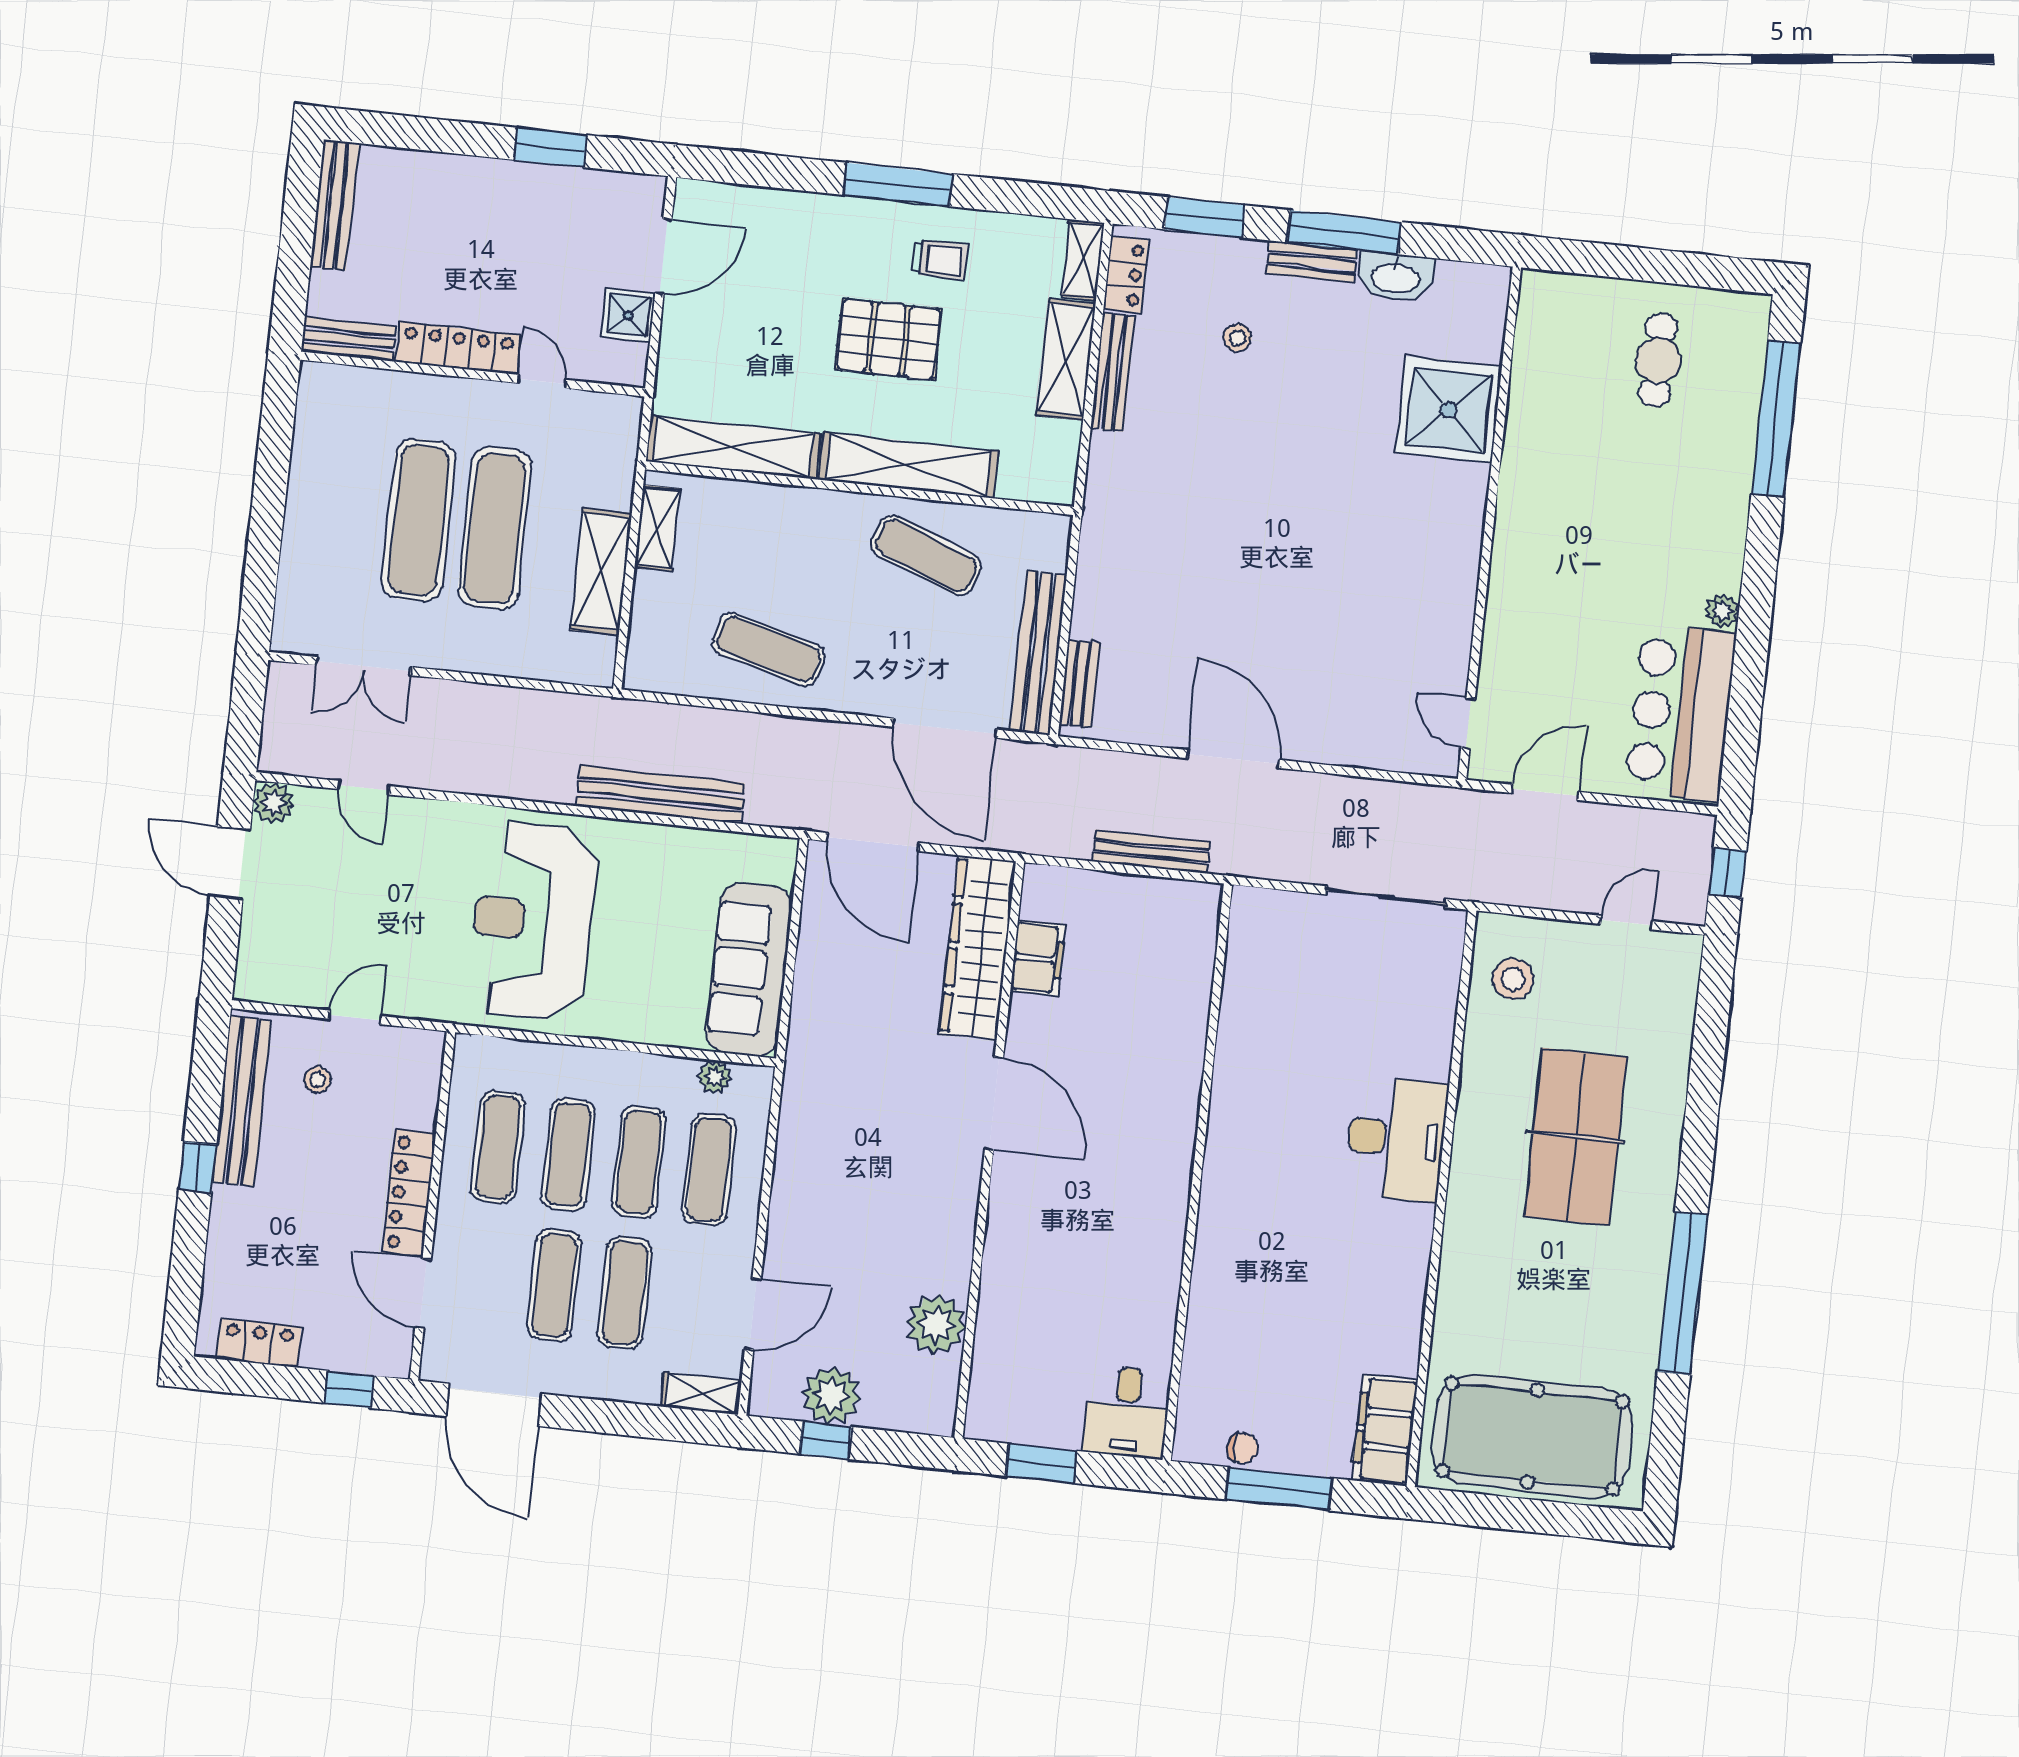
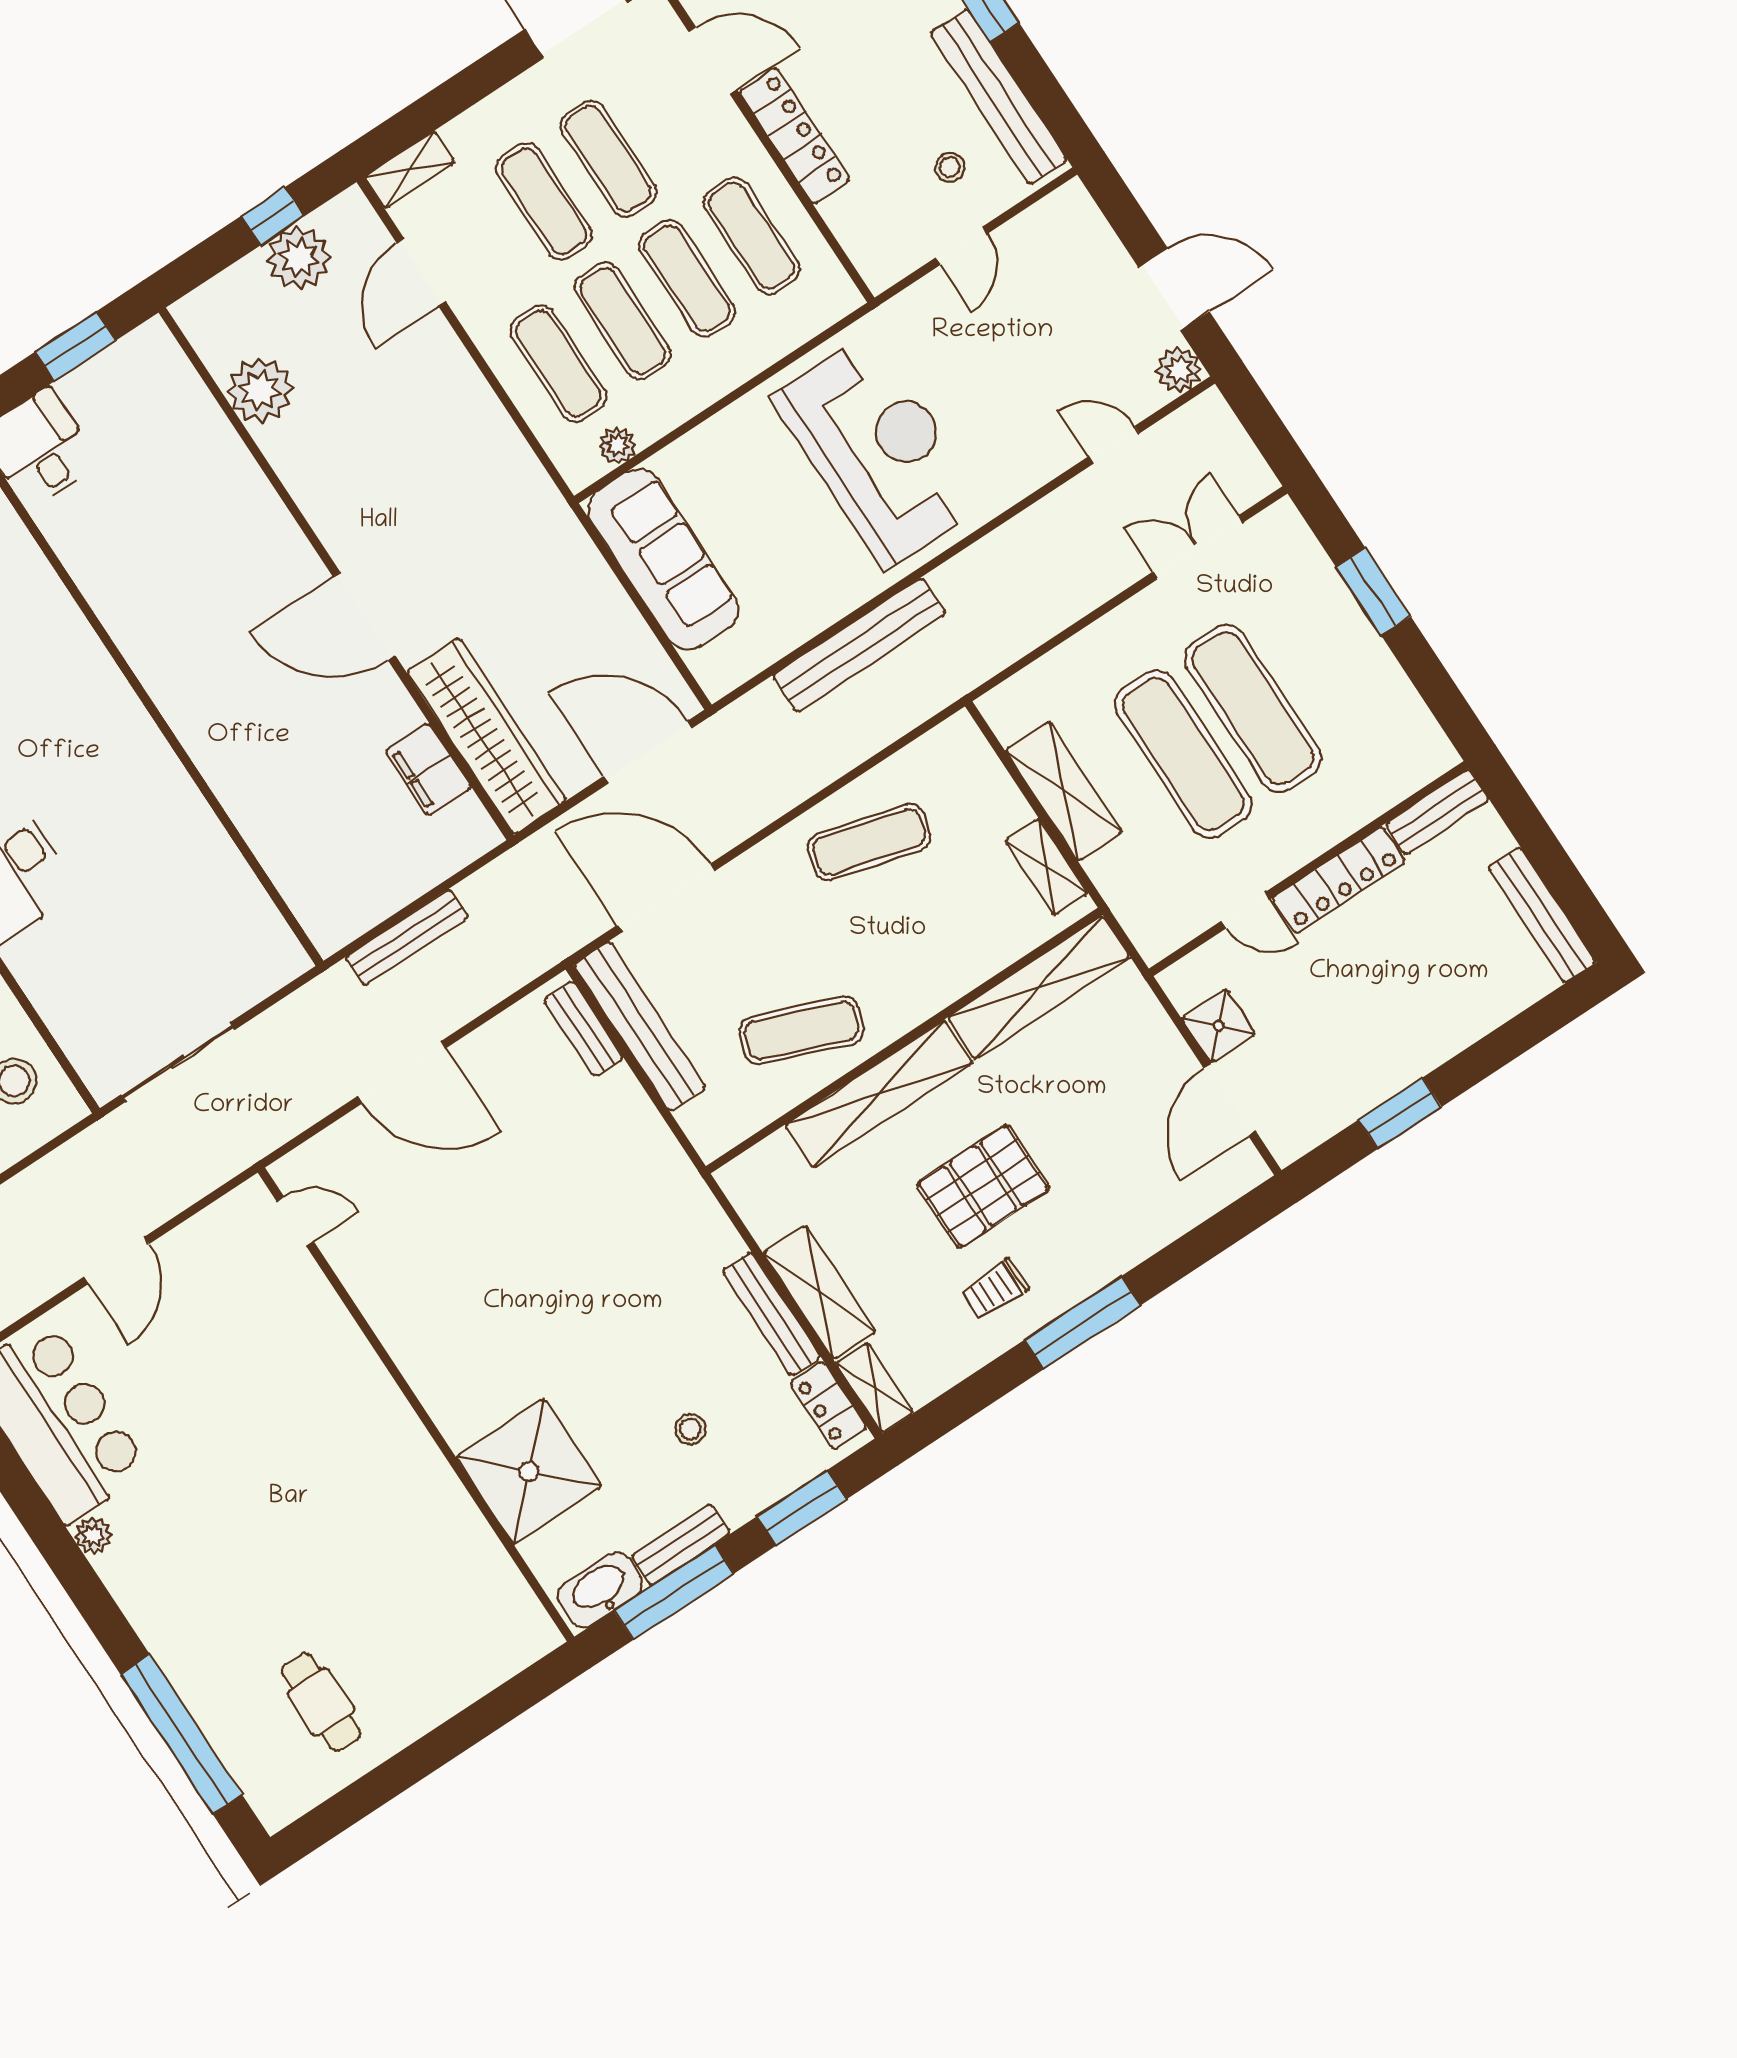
shower: (1449, 410) -> (529, 1471), moved
wall: (1489, 523) -> (416, 1405), moved
window: (265, 532) -> (1373, 592), added
door: (1468, 723) -> (295, 1221), moved

